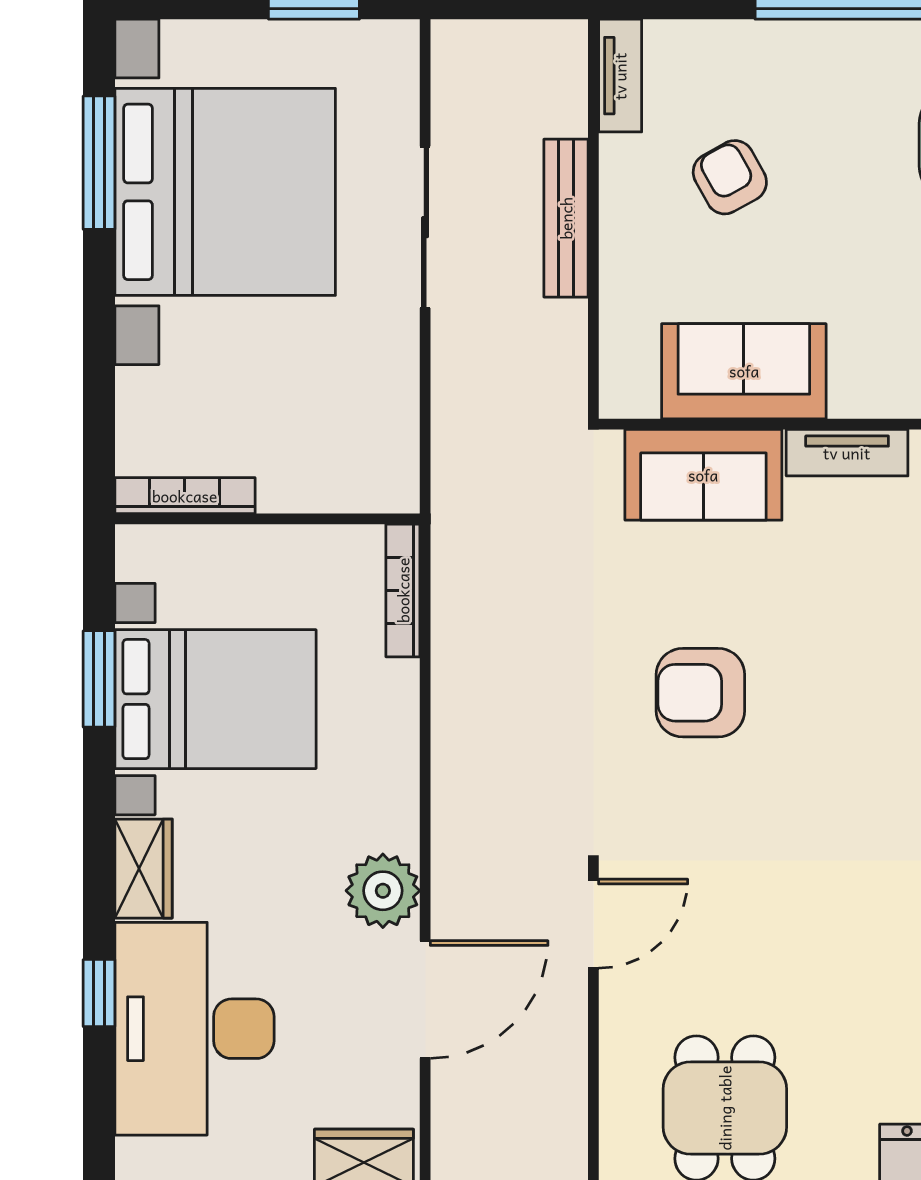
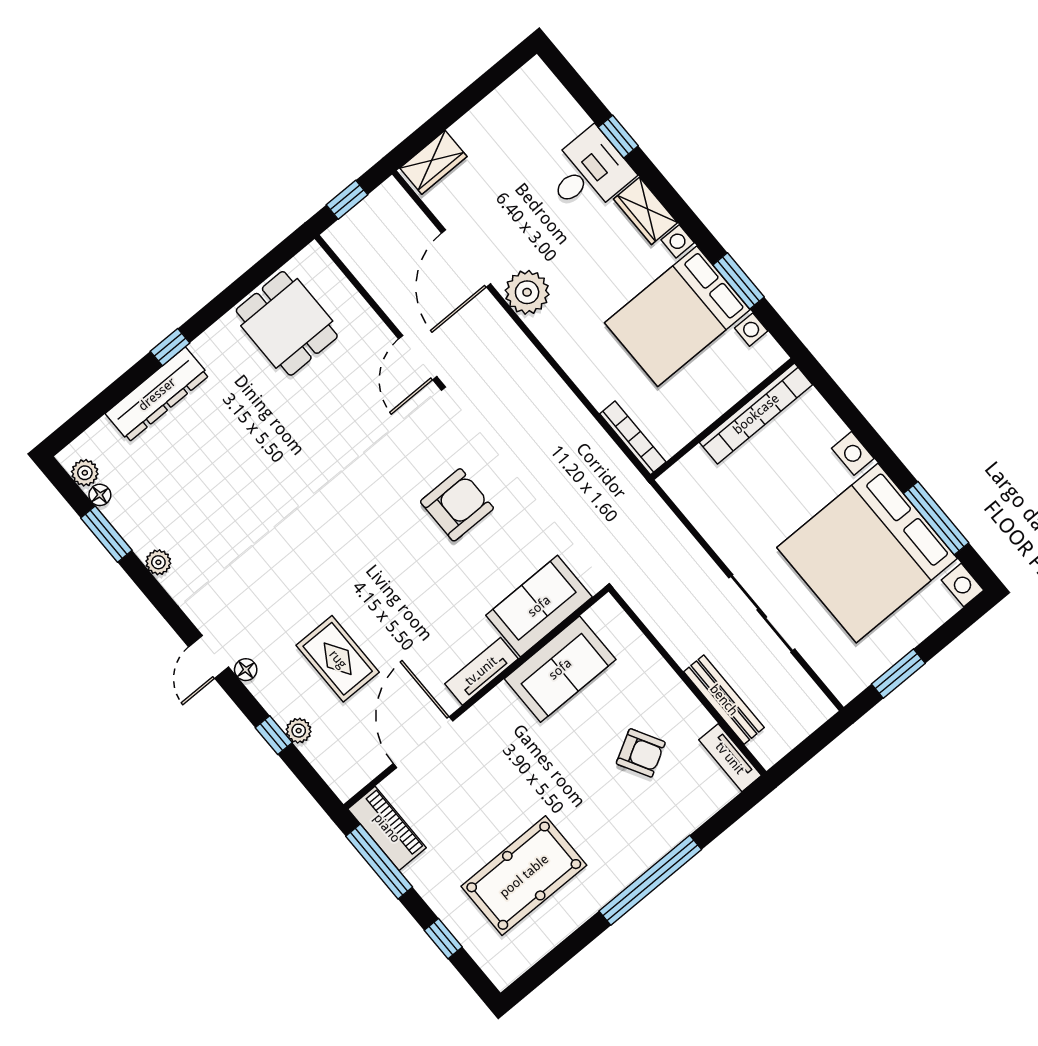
bench: (566, 218) -> (724, 700), moved
bookcase: (185, 496) -> (756, 414), width x1.48, depth x1.31
desk: (194, 1029) -> (588, 172), width x0.53, depth x0.77

